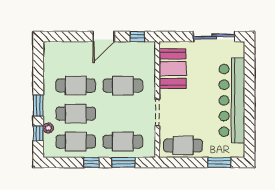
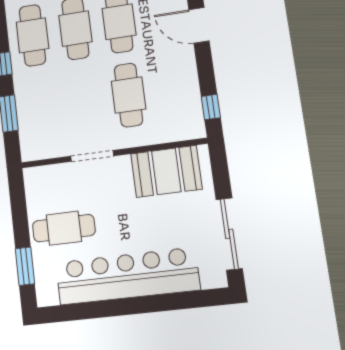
door: (104, 37) -> (199, 25), moved
cafe table: (123, 142) -> (41, 108), removed
cafe table: (183, 145) -> (64, 228), moved, turned 90

